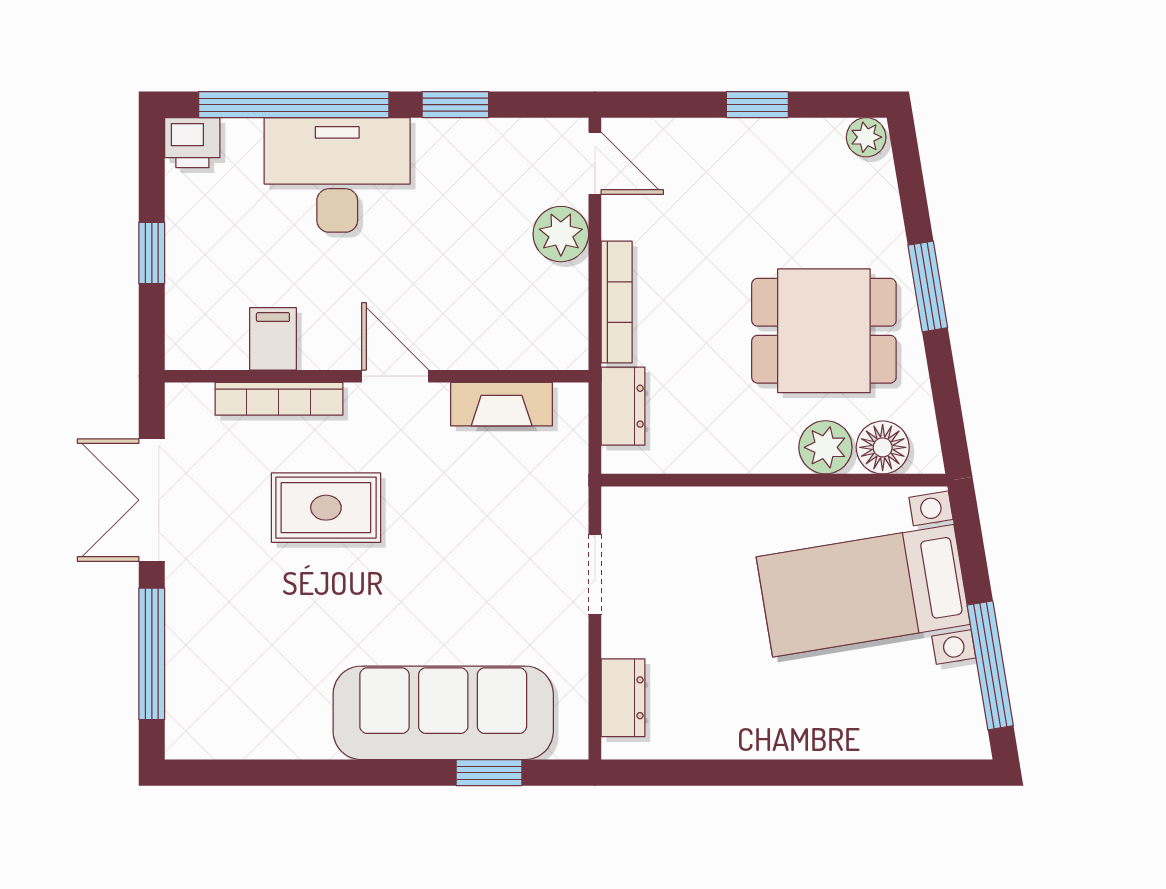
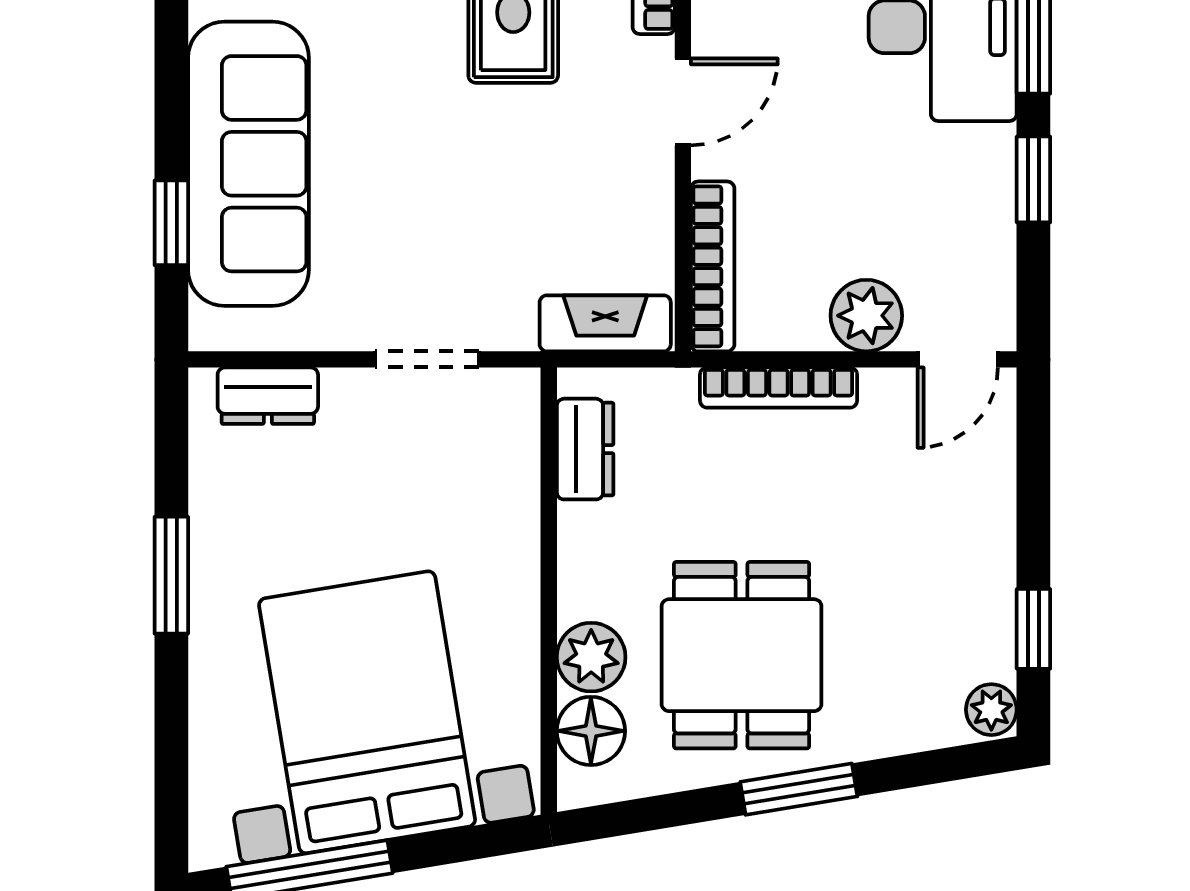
window: (757, 105) -> (1033, 629), moved
bookcase: (523, 353) -> (713, 266), added
fireplace: (502, 404) -> (605, 323), moved, turned 90
dresser: (623, 406) -> (585, 449), moved, turned -90
bed with nightstands: (863, 591) -> (367, 712), width x1.36
window: (762, 773) -> (171, 575), added

